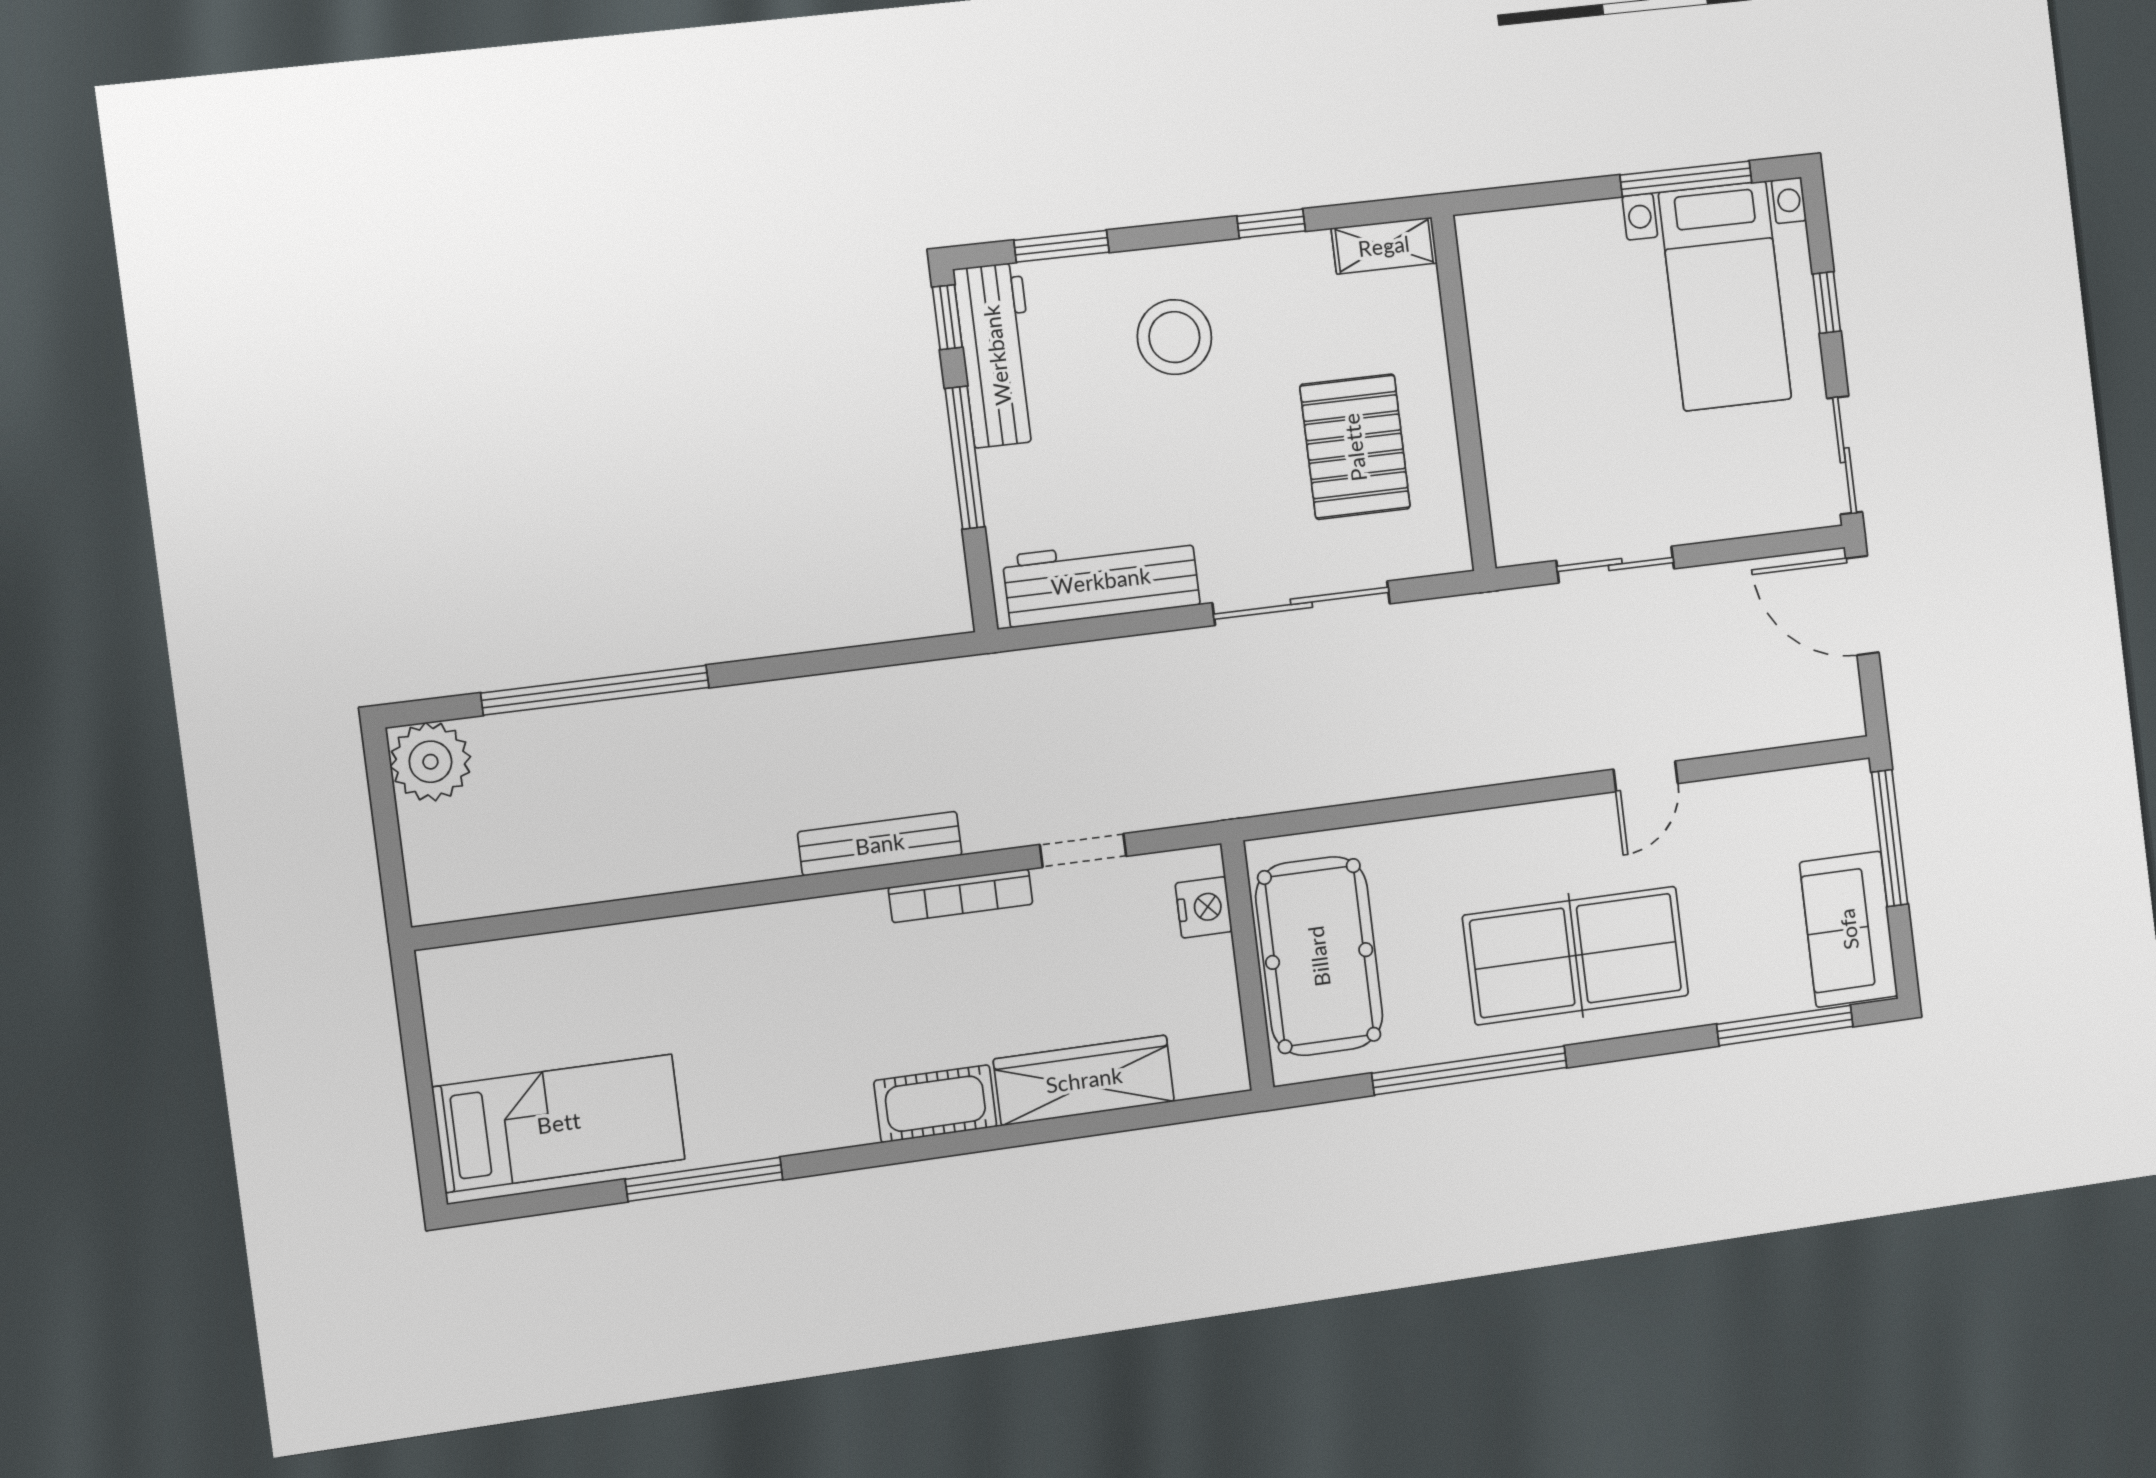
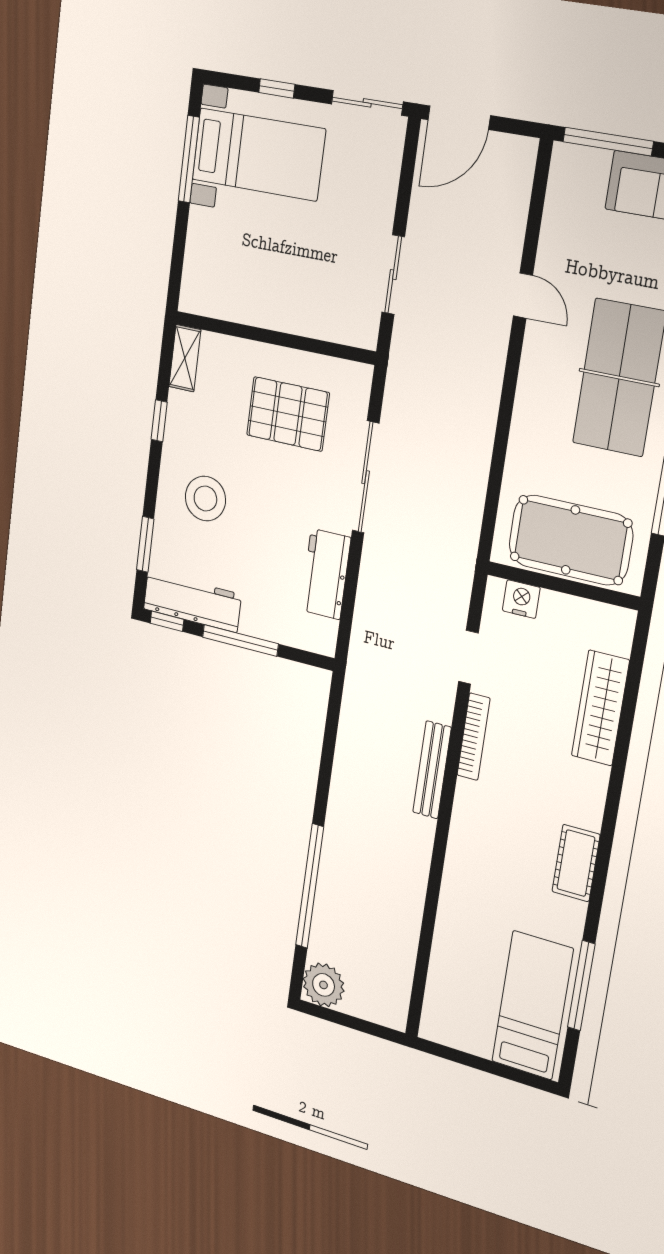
workbench: (1101, 581) -> (326, 574), width x0.73
cot: (935, 1104) -> (576, 863), moved
window: (704, 1179) -> (581, 986), moved

